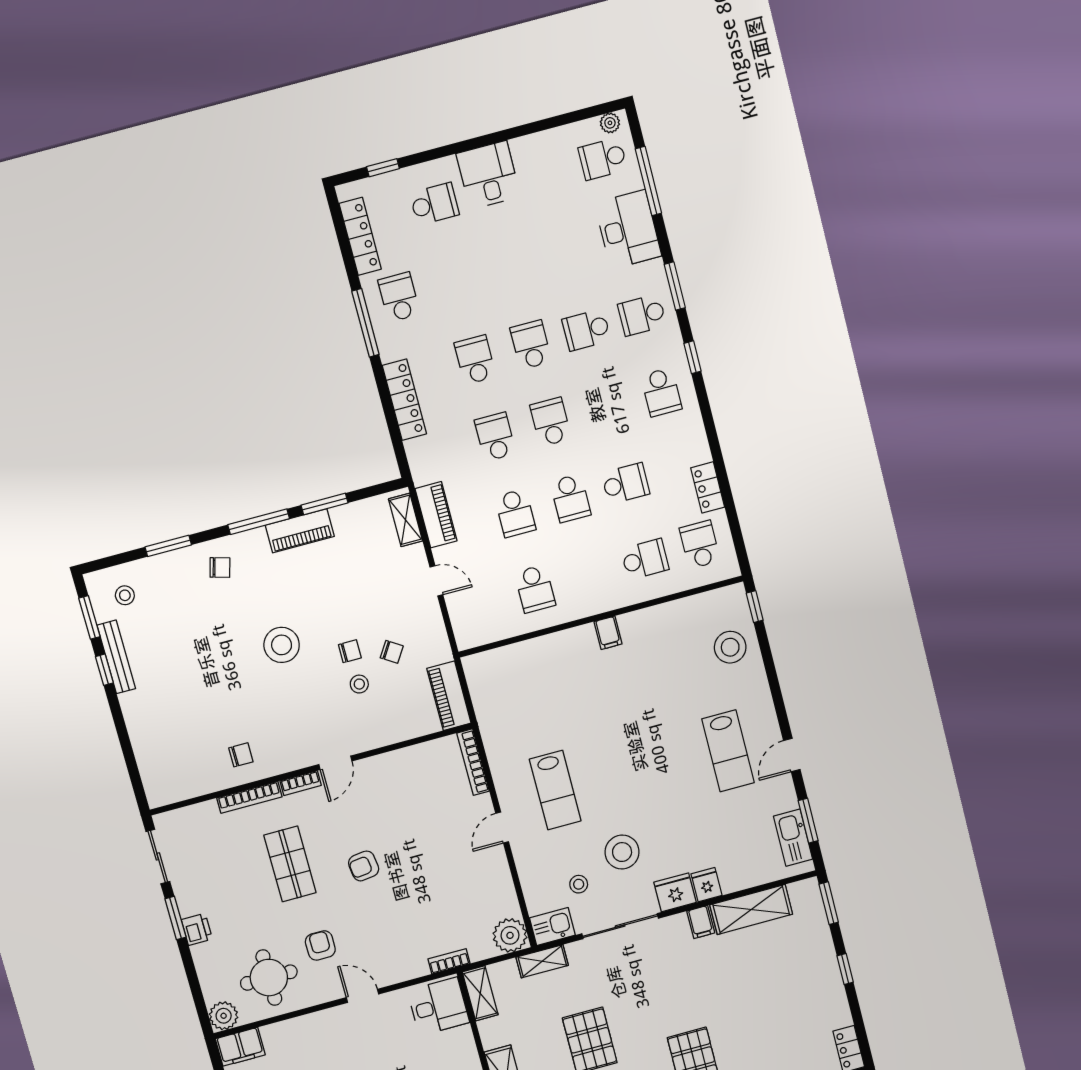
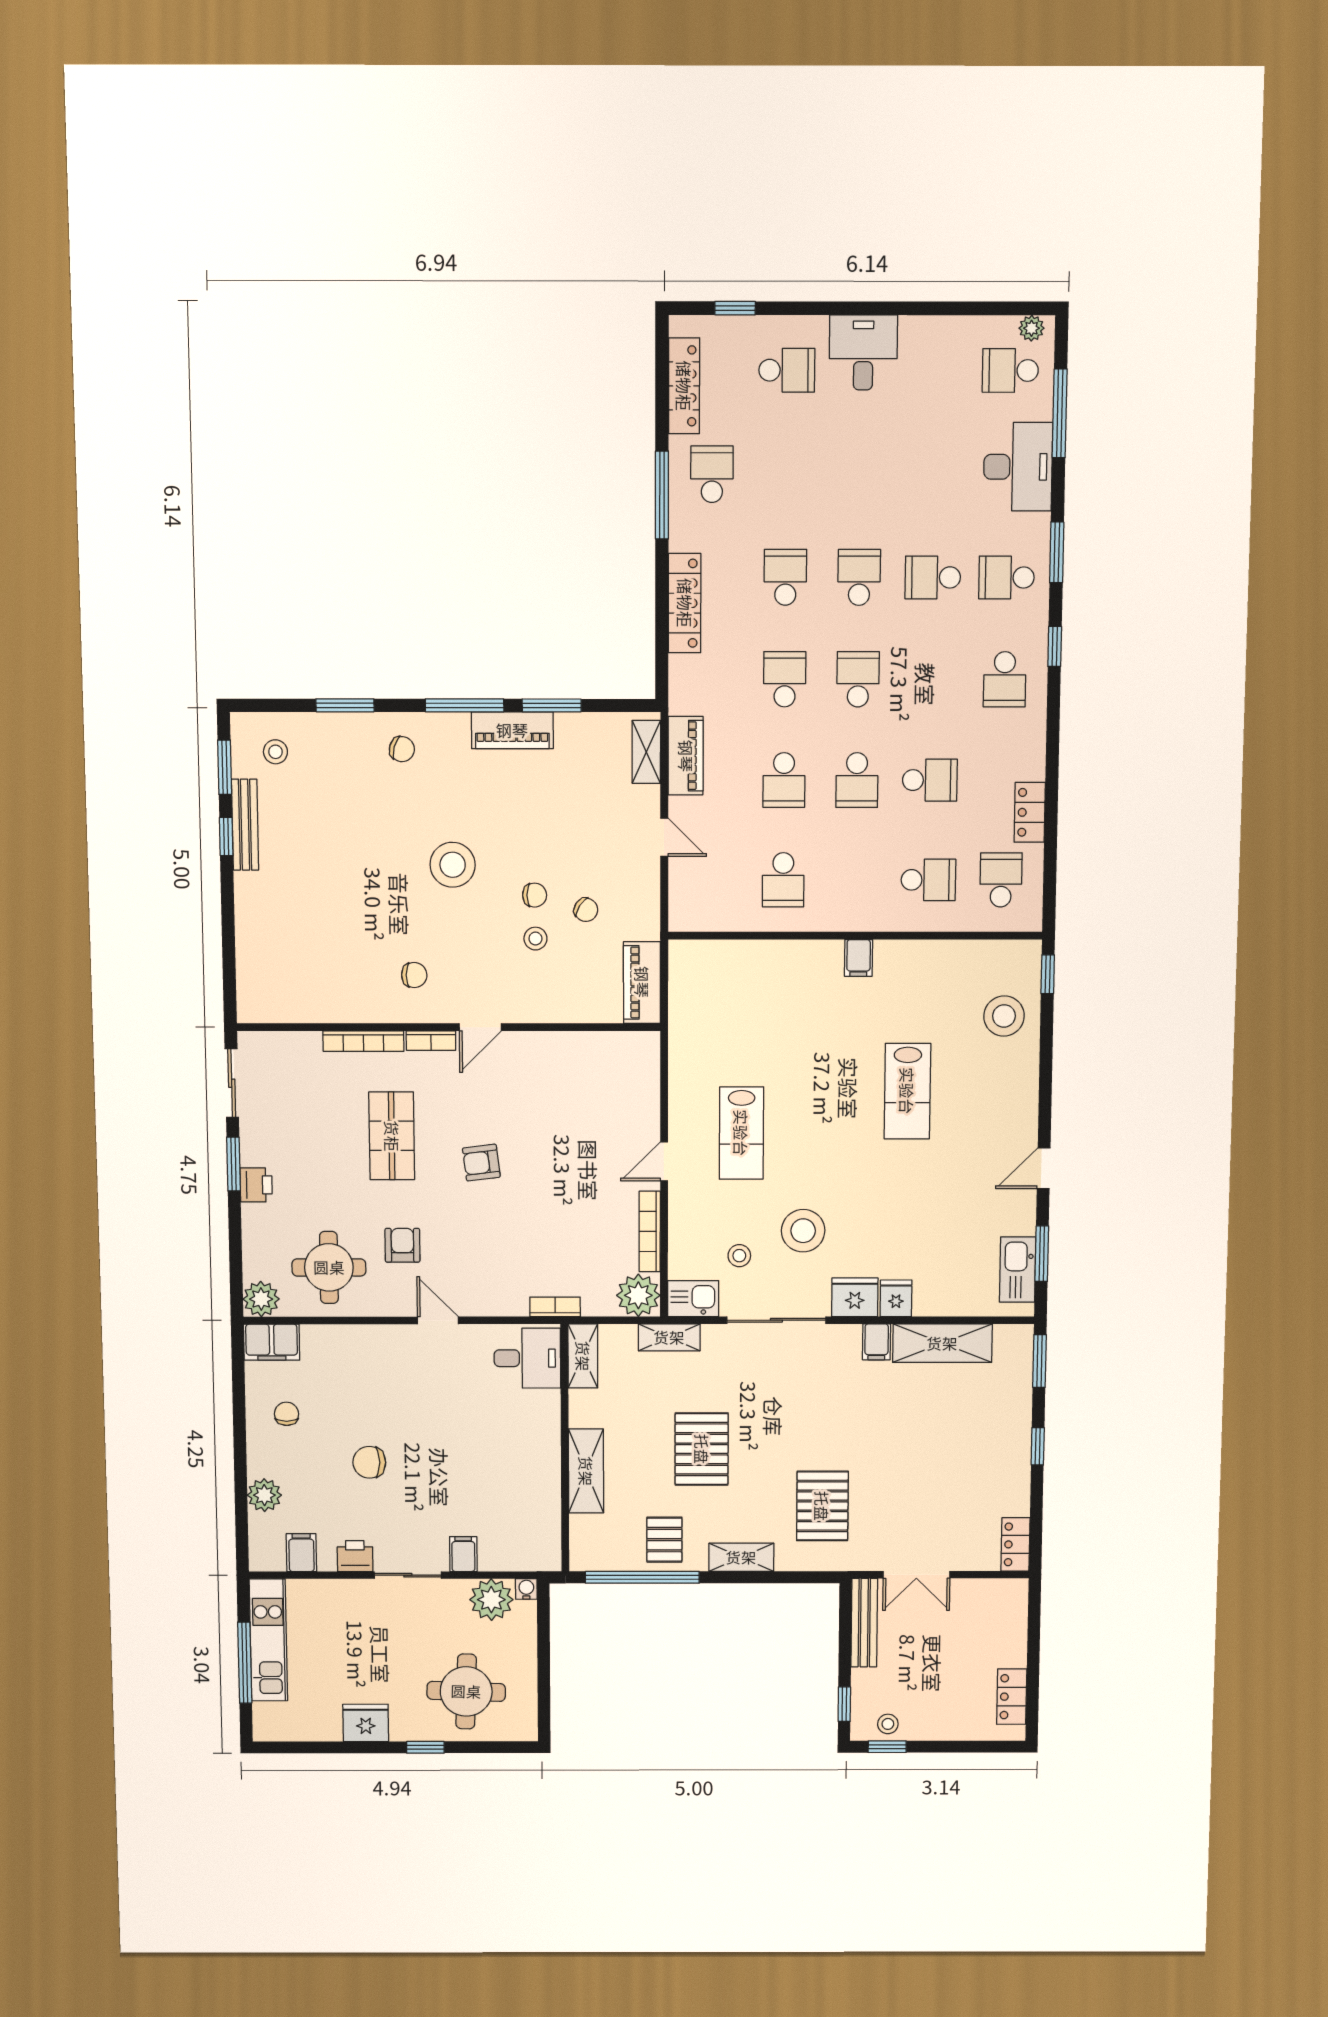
lab bench: (728, 751) -> (907, 1091), moved
chair: (241, 755) -> (414, 975), moved
bookcase: (473, 762) -> (650, 1231), moved

